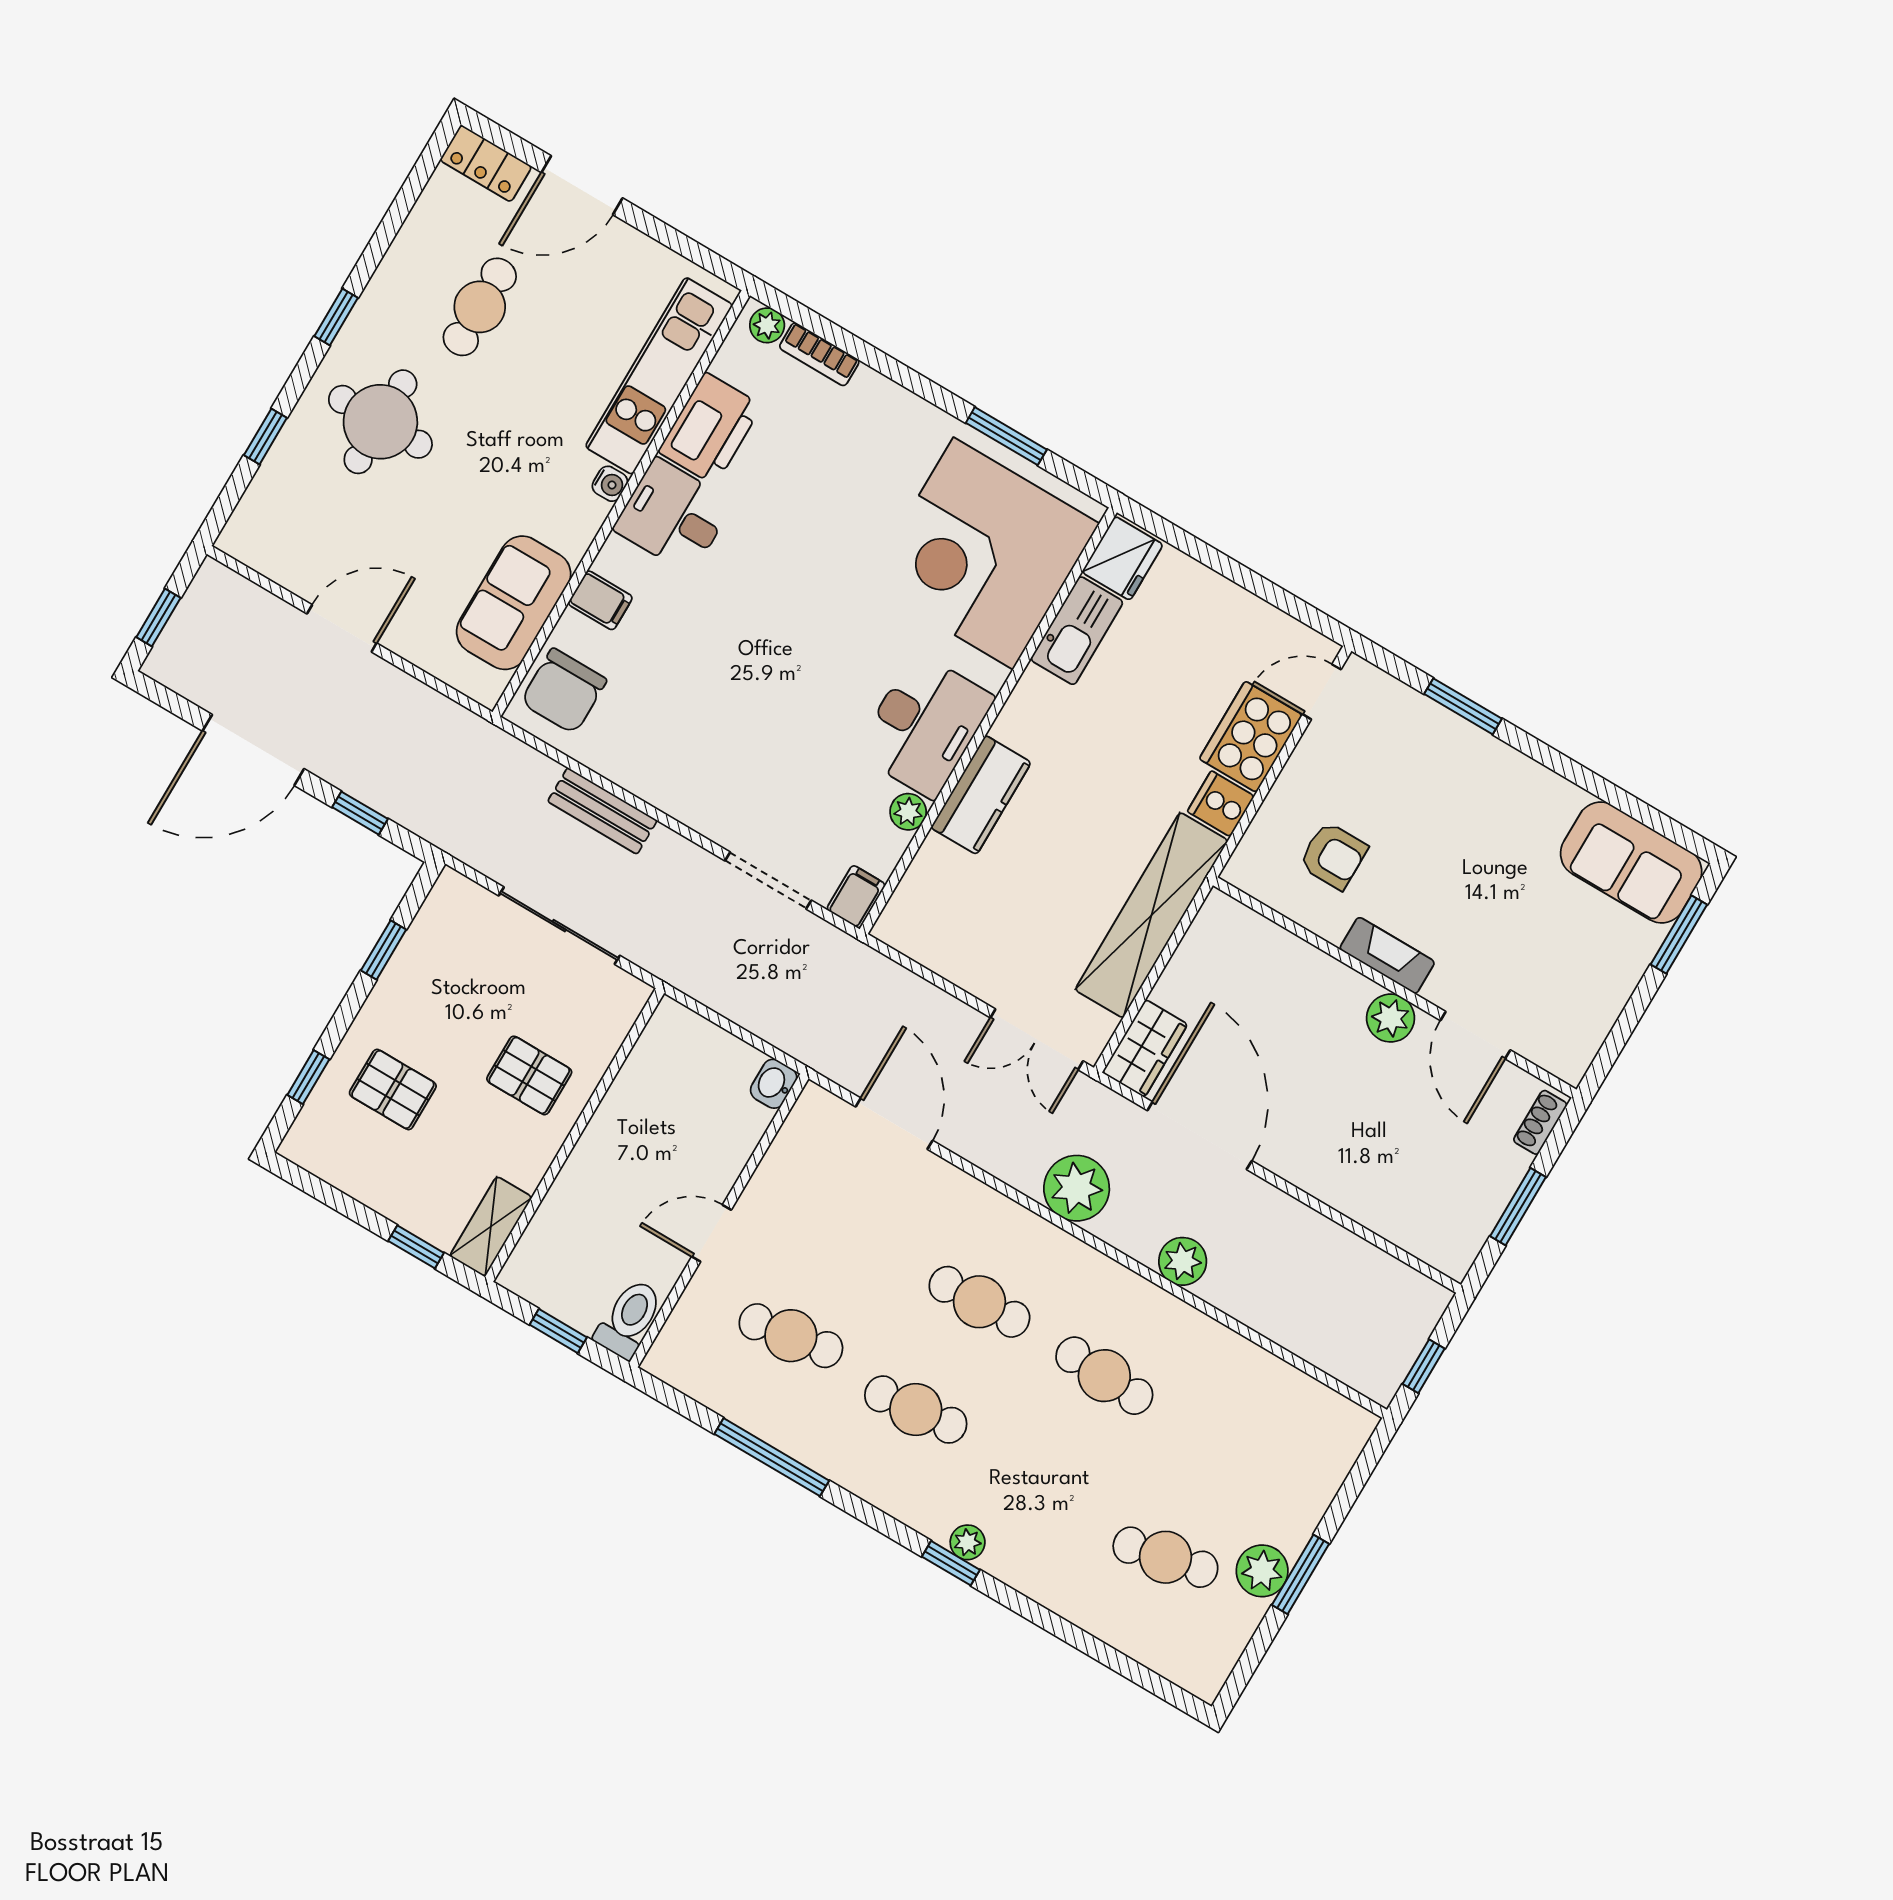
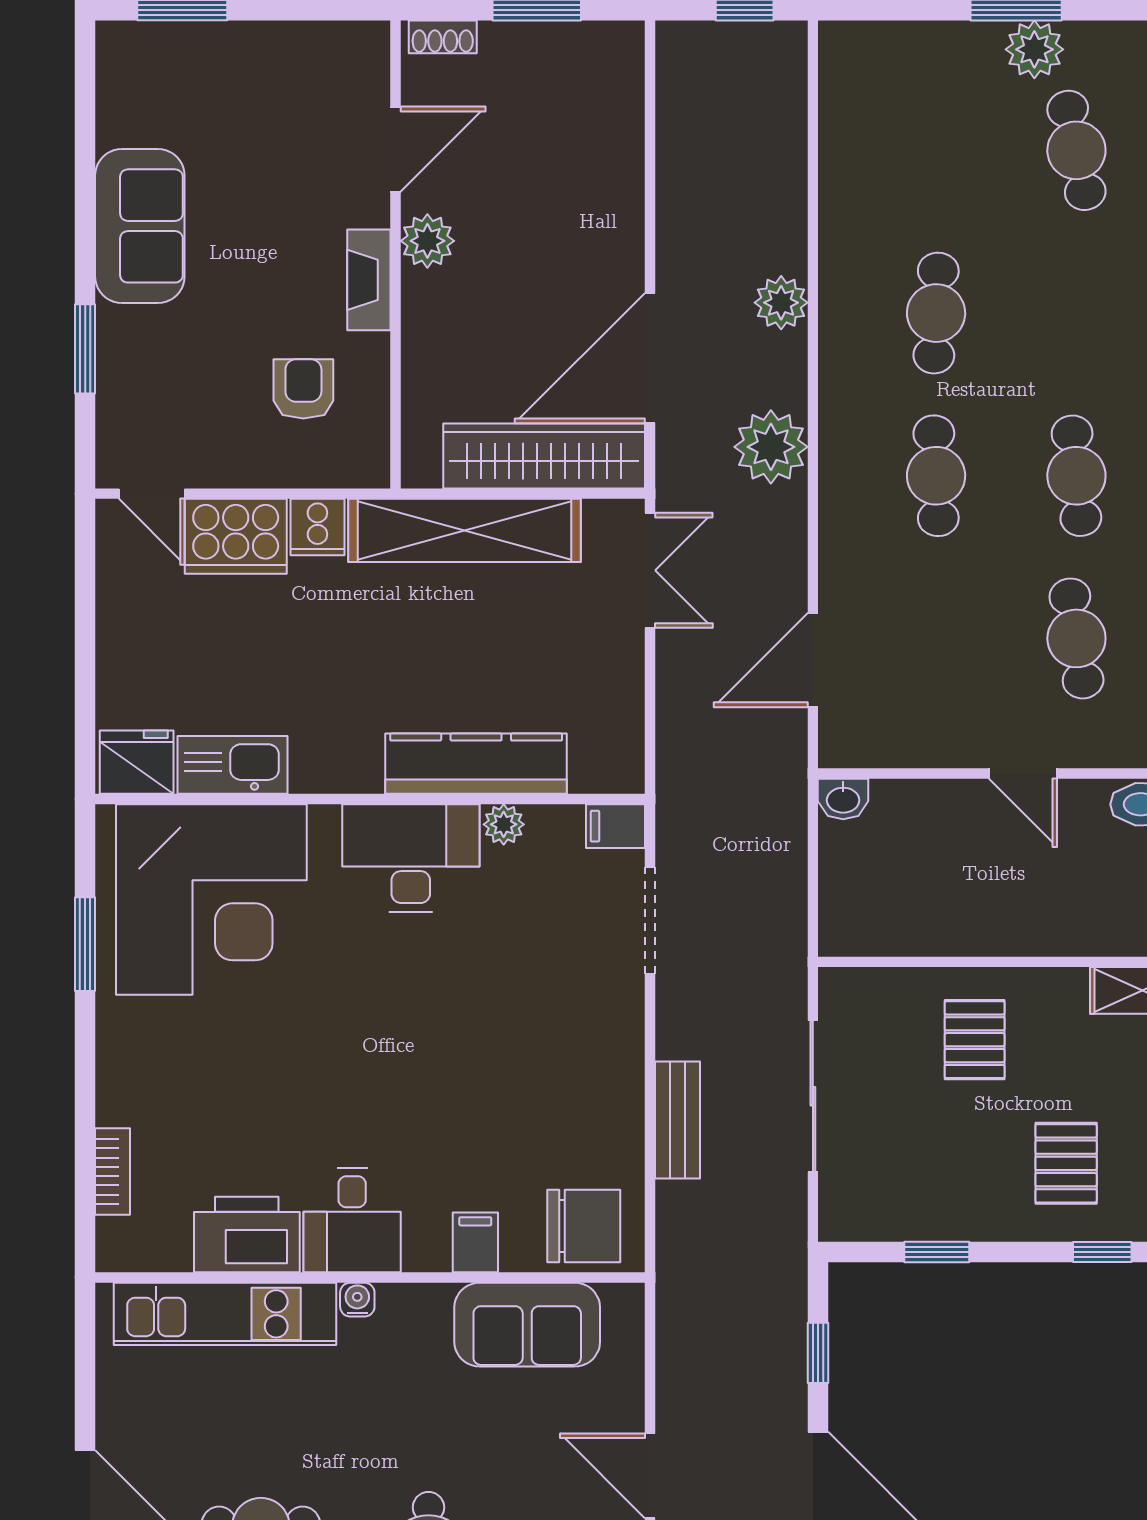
plant: (767, 325) -> (115, 1238), removed
kitchen counter: (981, 795) -> (476, 764), width x1.50
sofa: (1631, 862) -> (140, 226), moved
wardrobe: (1145, 1048) -> (544, 456), width x2.10, depth x1.17

